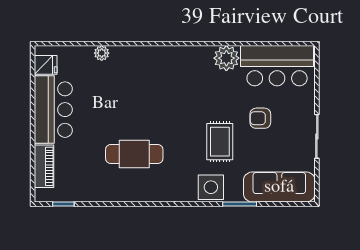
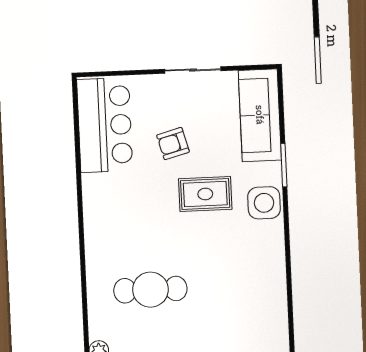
plant: (226, 58) -> (98, 190), removed
armchair: (260, 118) -> (173, 144), turned 75
cafe table: (134, 154) -> (150, 290), moved, turned 90

